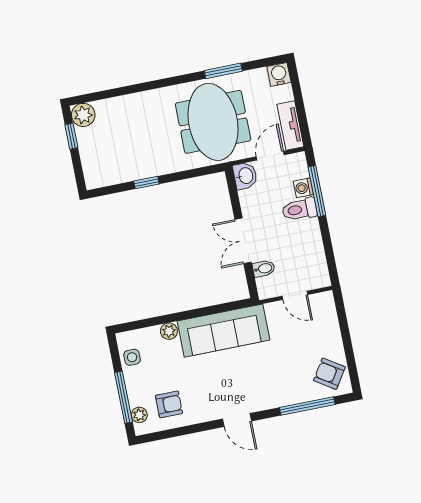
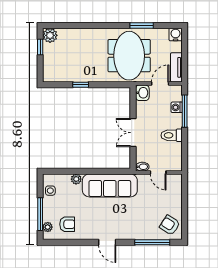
toilet: (299, 209) -> (172, 135), moved
bidet: (264, 269) -> (142, 167), moved

